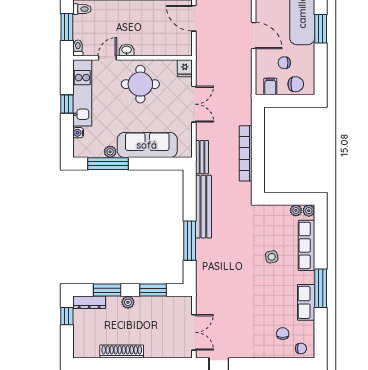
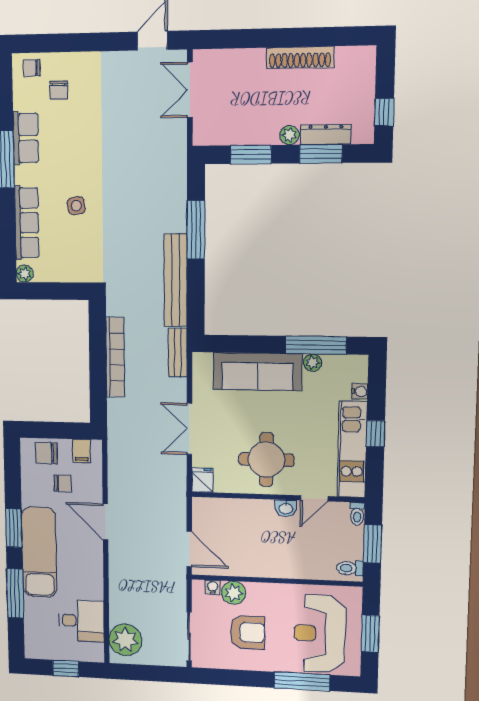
plant: (296, 210) -> (43, 274), removed
dresser: (89, 302) -> (326, 135), moved

